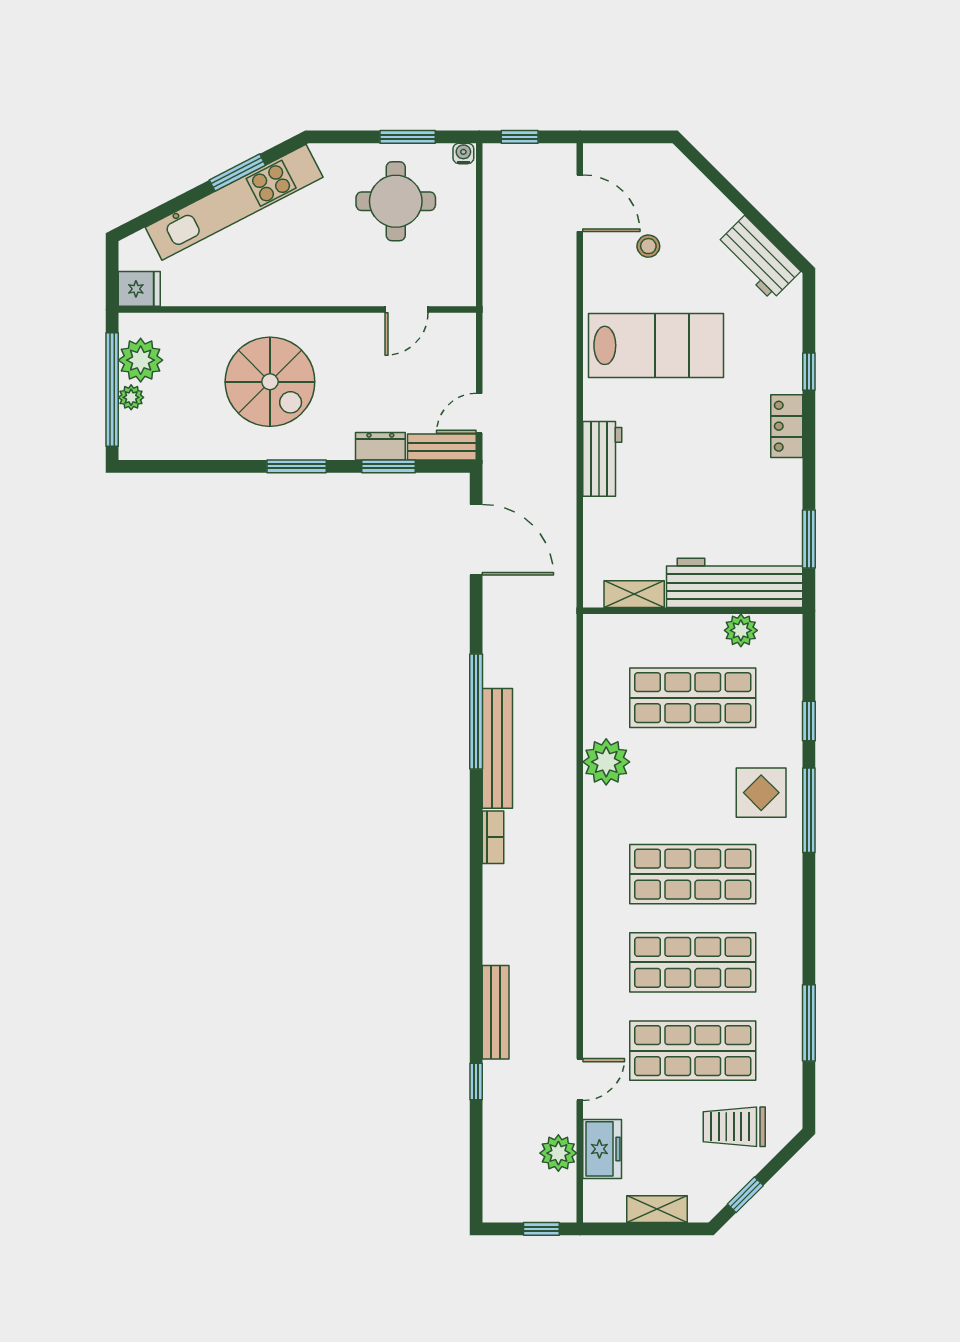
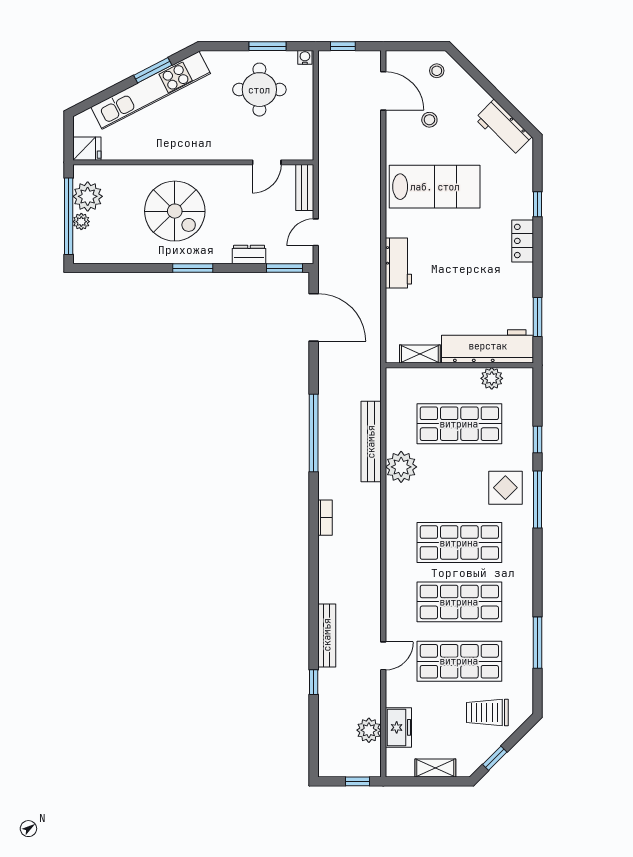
stool: (659, 173) -> (437, 71), added
bench: (442, 447) -> (305, 188), moved, turned 90
window: (389, 466) -> (284, 268), moved
bench: (497, 748) -> (371, 442), moved
door: (580, 1080) -> (383, 656), moved

